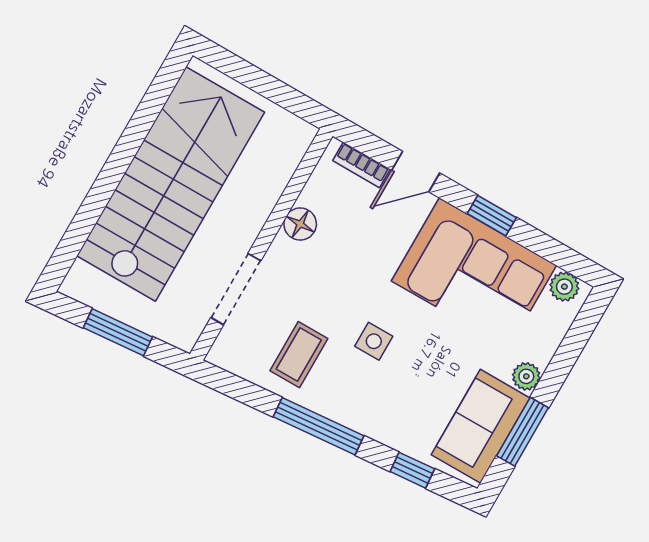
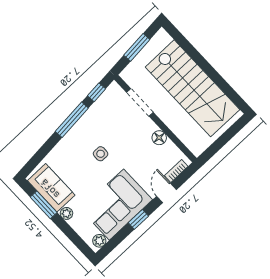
coffee table: (299, 355) -> (104, 121), removed
window: (412, 470) -> (96, 92), moved

